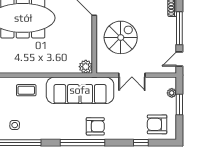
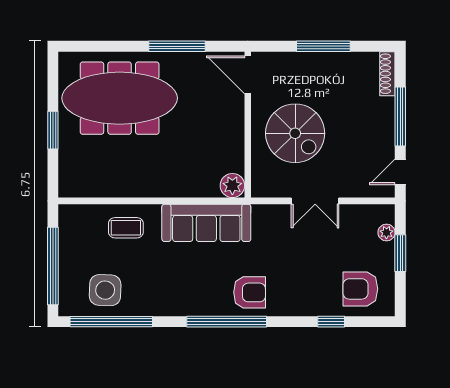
spiral stairs: (121, 37) -> (295, 133), turned 90
sofa: (80, 90) -> (206, 223), width x0.74, depth x0.79
side table: (15, 125) -> (105, 290), width x1.87, depth x1.87

